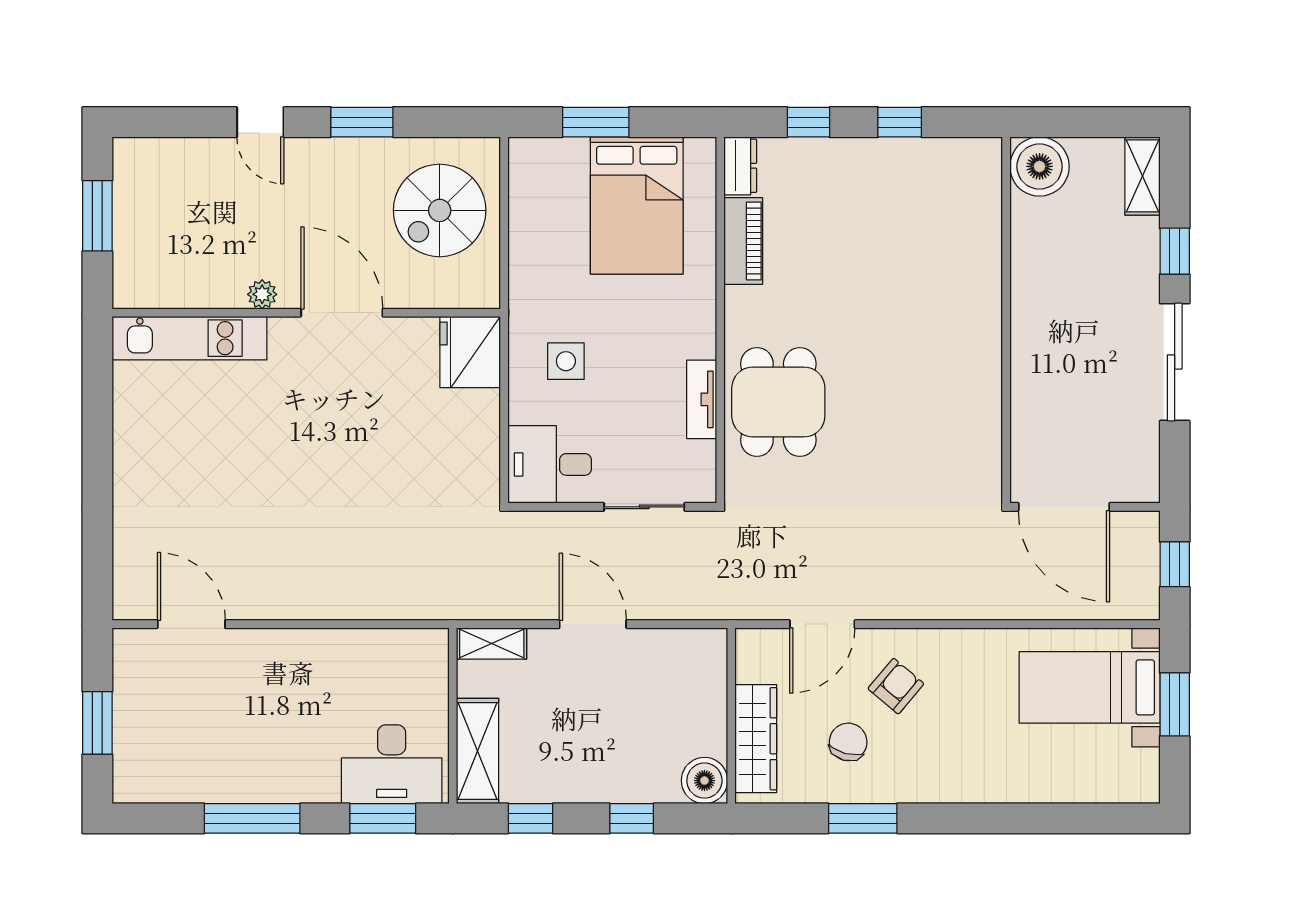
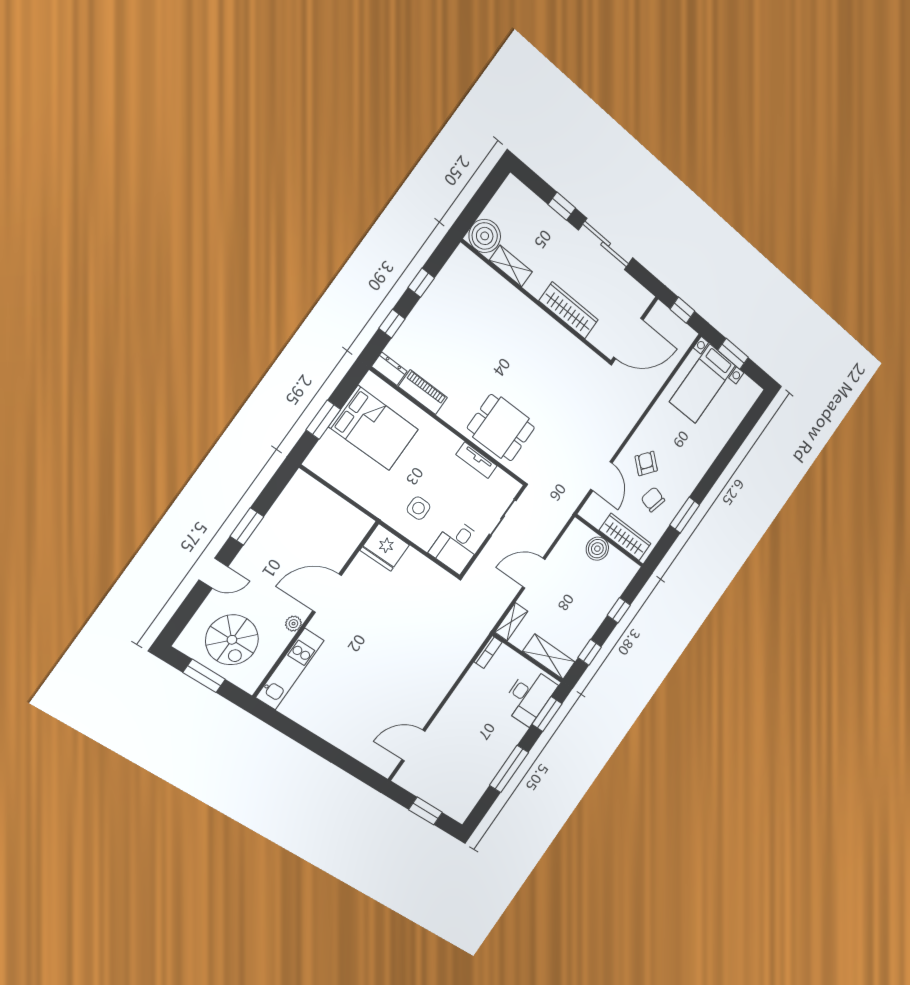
shelving: (1142, 176) -> (511, 266), moved
spiral stairs: (440, 210) -> (232, 640), moved
wardrobe: (1032, 378) -> (569, 310), added
bookcase: (418, 640) -> (488, 652), added
boiler: (704, 781) -> (597, 549), moved

